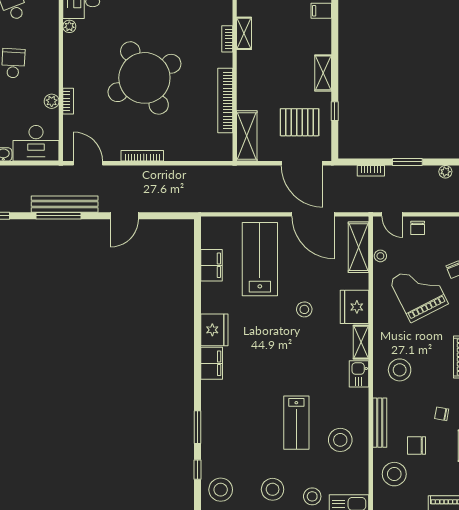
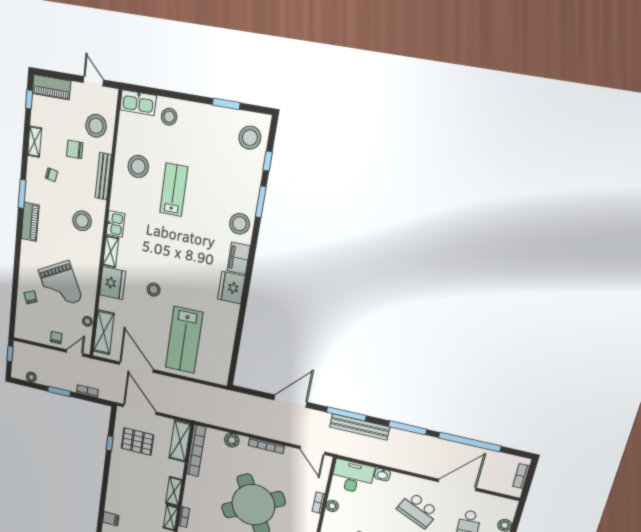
shelving: (323, 73) -> (174, 491), moved
bookcase: (225, 100) -> (196, 451), moved
plant: (184, 153) -> (232, 440), added
bench: (65, 204) -> (360, 427), moved
door: (392, 214) -> (75, 353), hinge flipped
door: (124, 216) -> (290, 401), width x1.36
filing cabinet: (211, 265) -> (225, 344), removed
chair: (416, 445) -> (75, 149), turned 180
stool: (273, 489) -> (240, 224), moved

